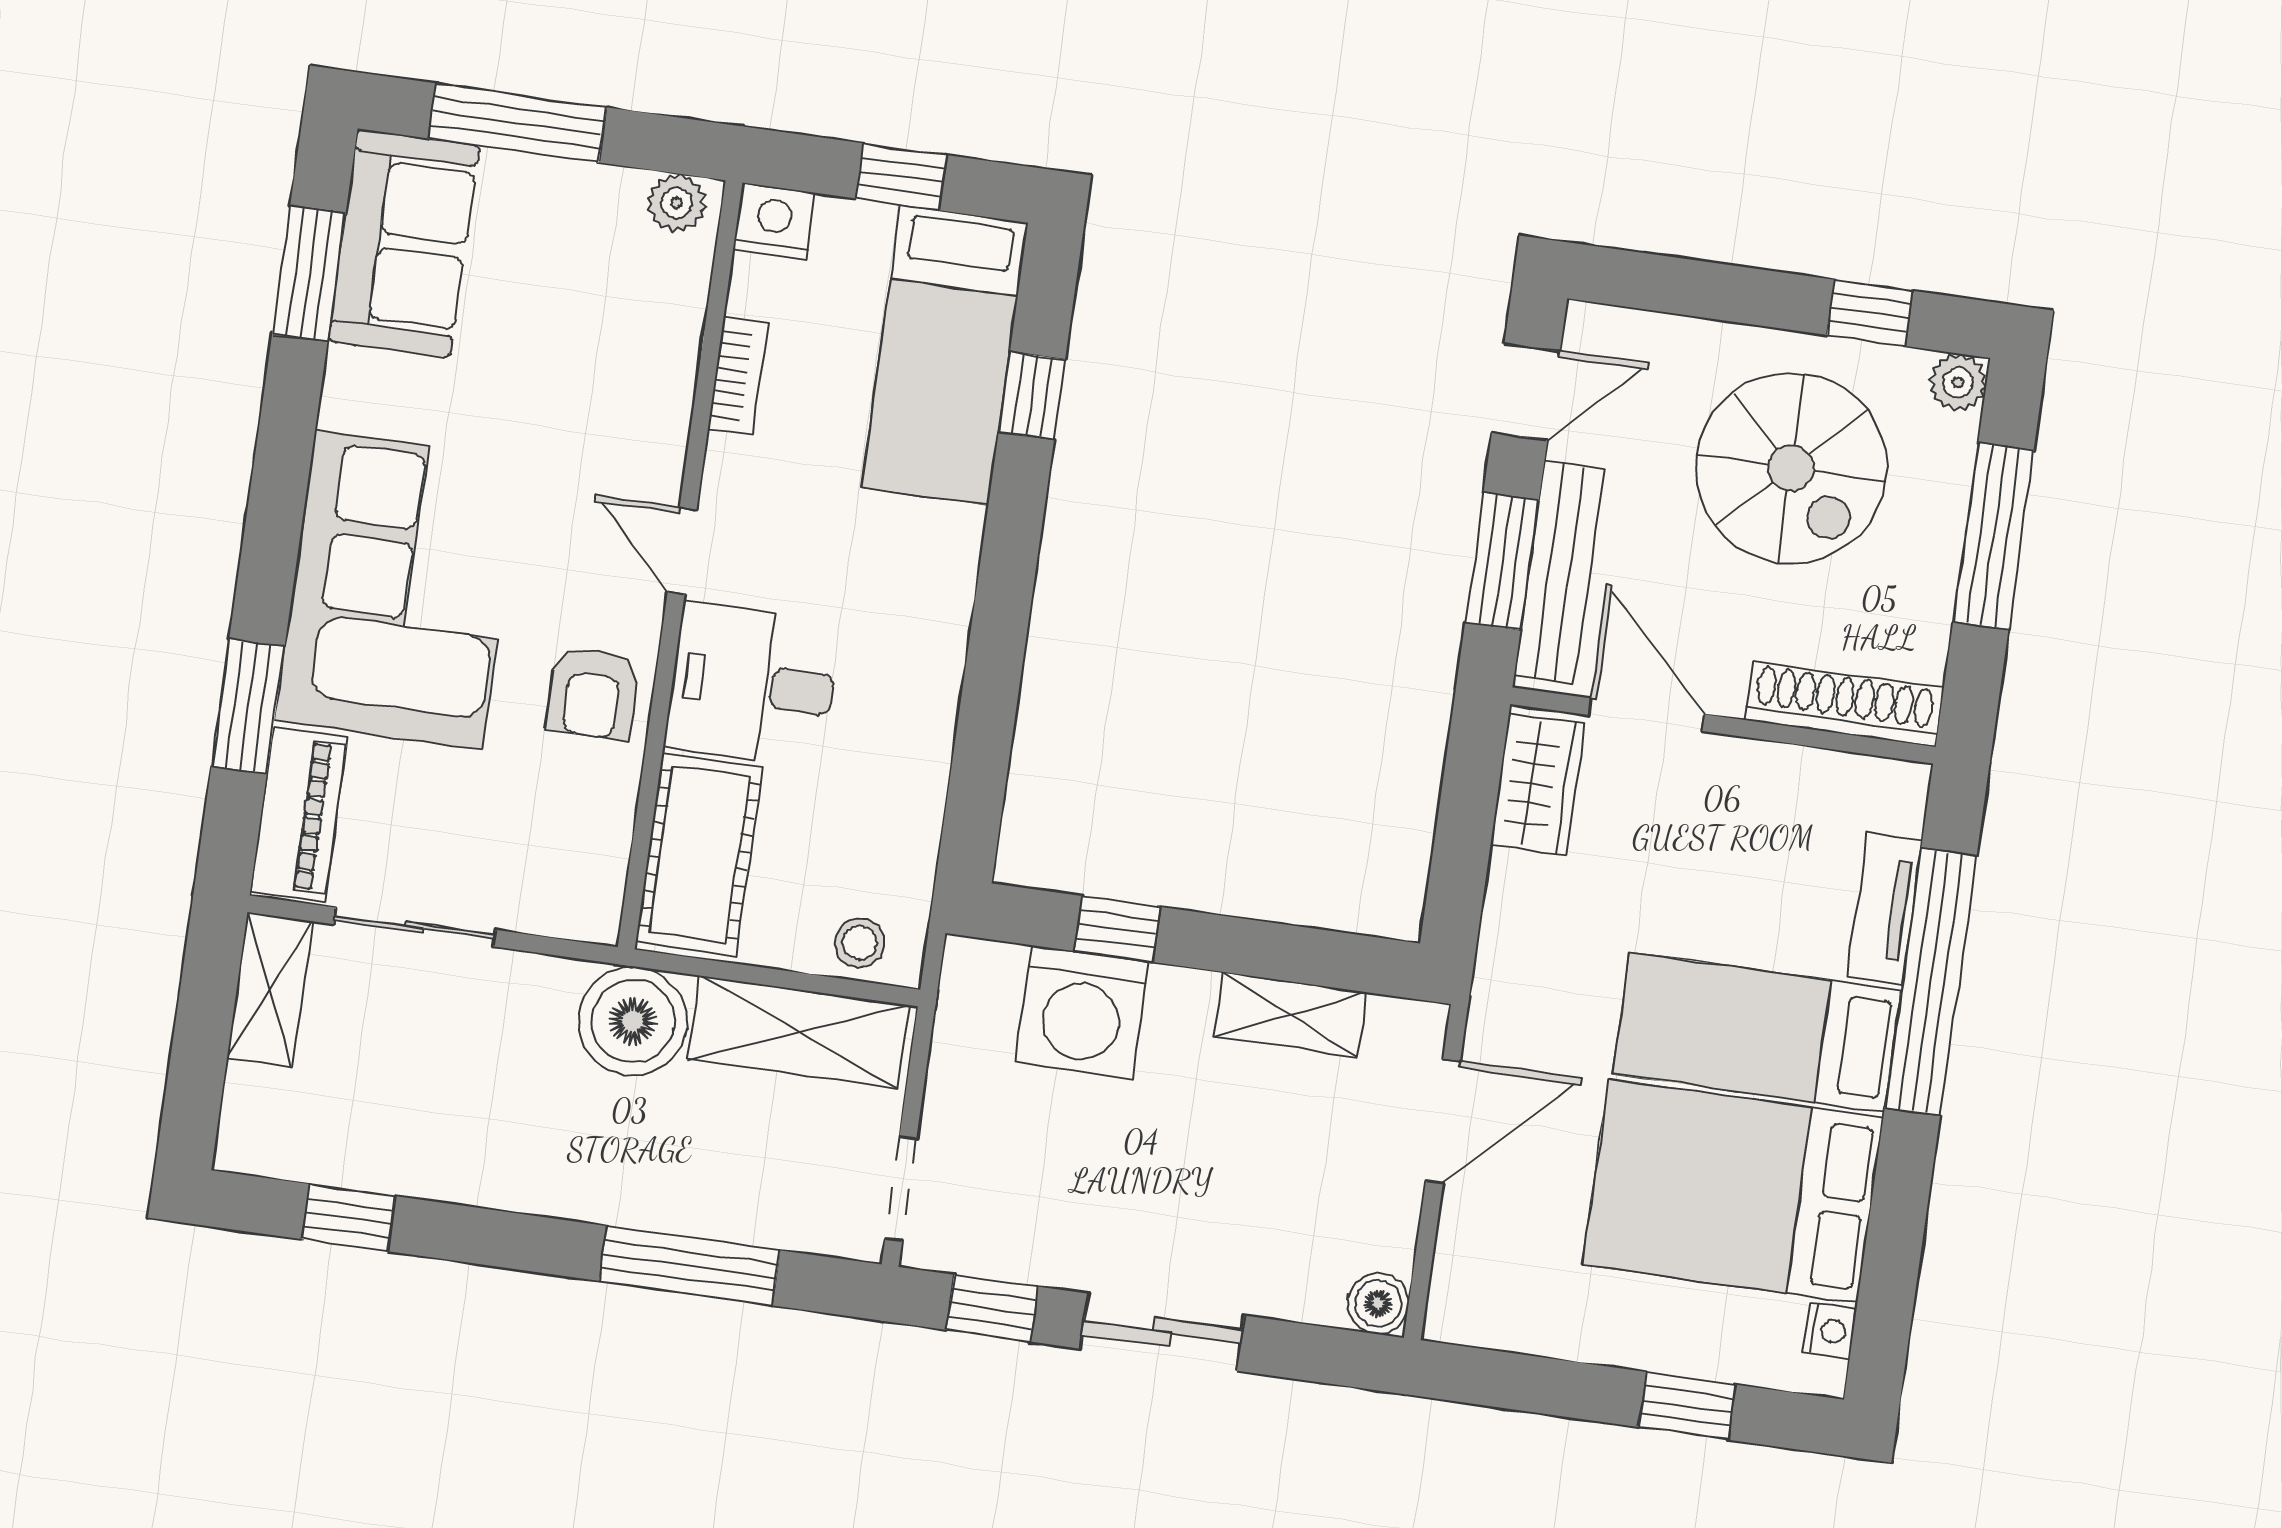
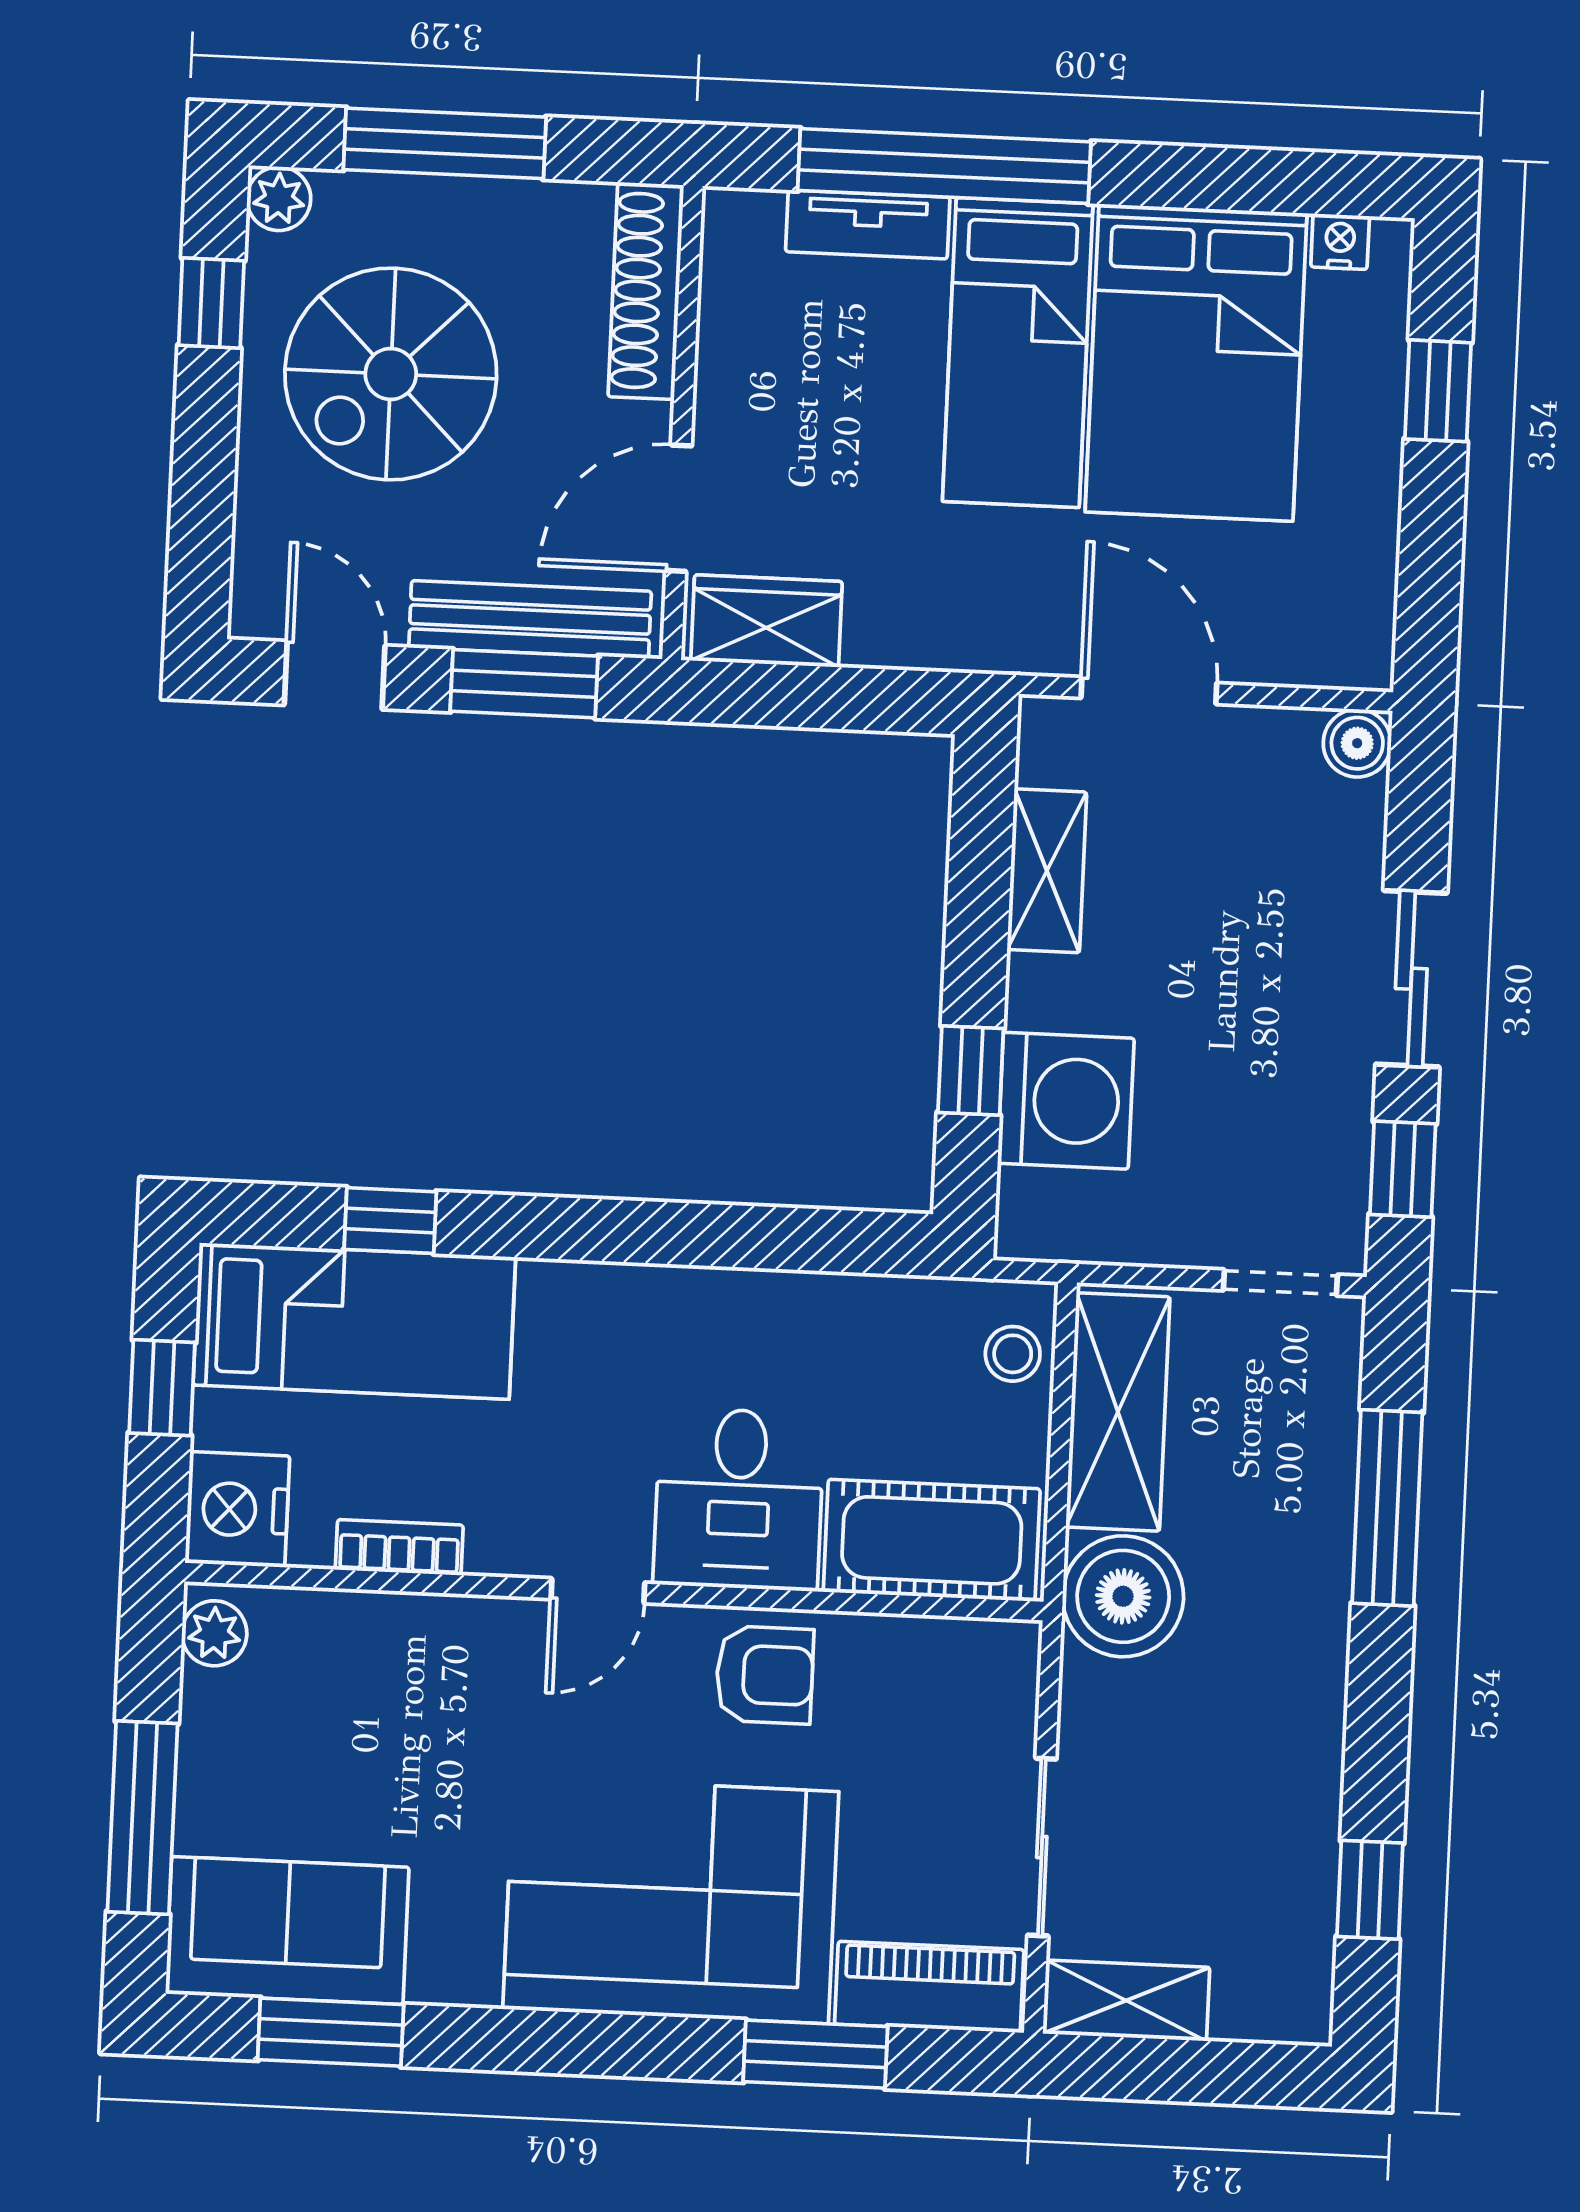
nightstand: (774, 221) -> (237, 1509), width x1.36, depth x1.33
spiral stairs: (1791, 468) -> (391, 374), turned 180

